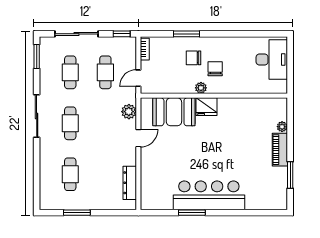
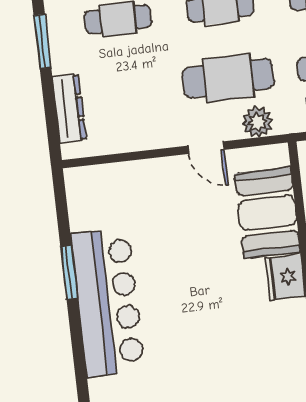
cafe table: (105, 123) -> (228, 78), added
dresser: (130, 183) -> (69, 108), moved, turned 90

